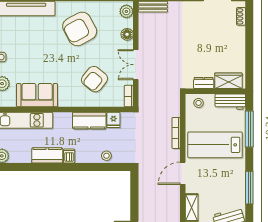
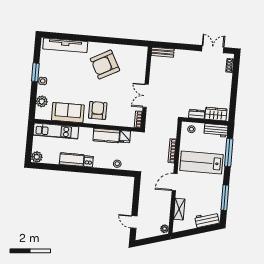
plant: (126, 11) -> (142, 54), removed
floor lamp: (127, 34) -> (141, 72), removed
armchair: (94, 79) -> (98, 110), moved, turned 141

